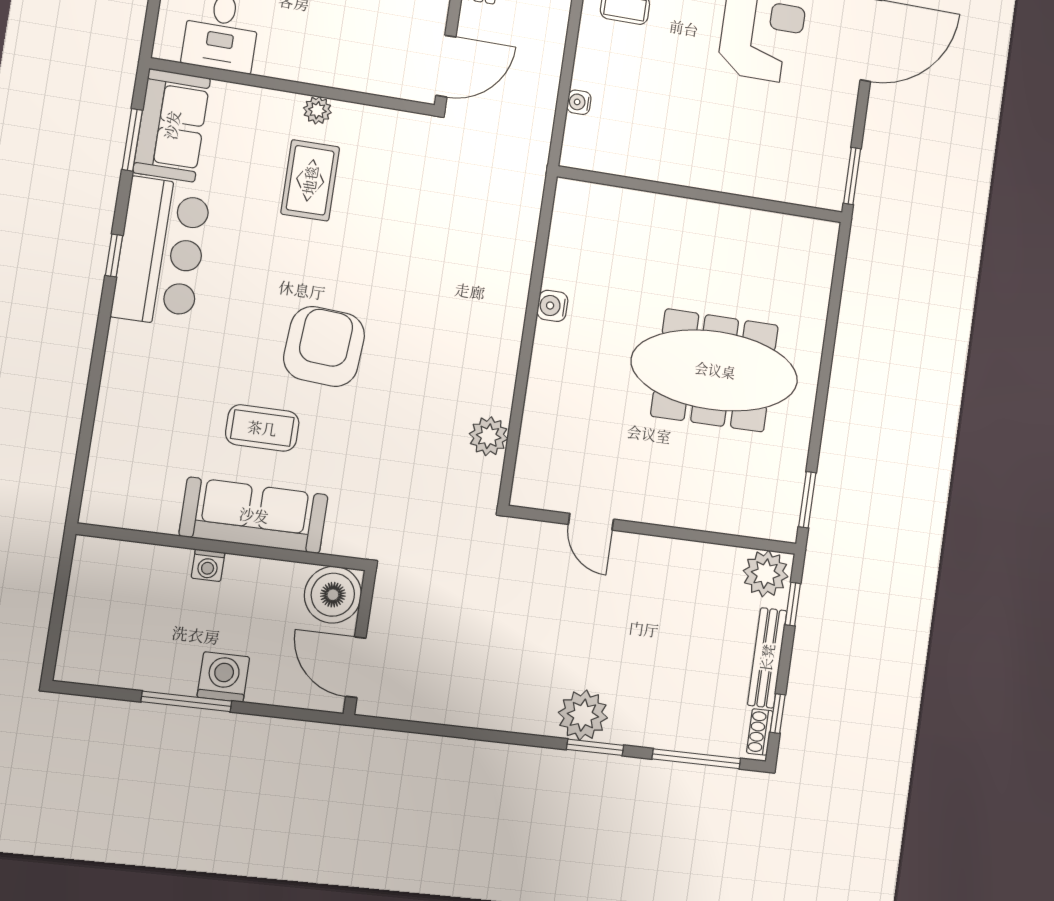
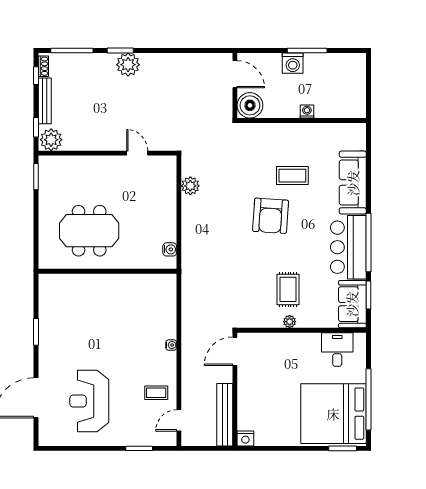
wall: (701, 194) -> (107, 271), moved
window: (114, 255) -> (368, 243), width x3.17
meeting table: (715, 370) -> (89, 231), width x0.73
sofa: (254, 515) -> (353, 183), moved, turned 90

